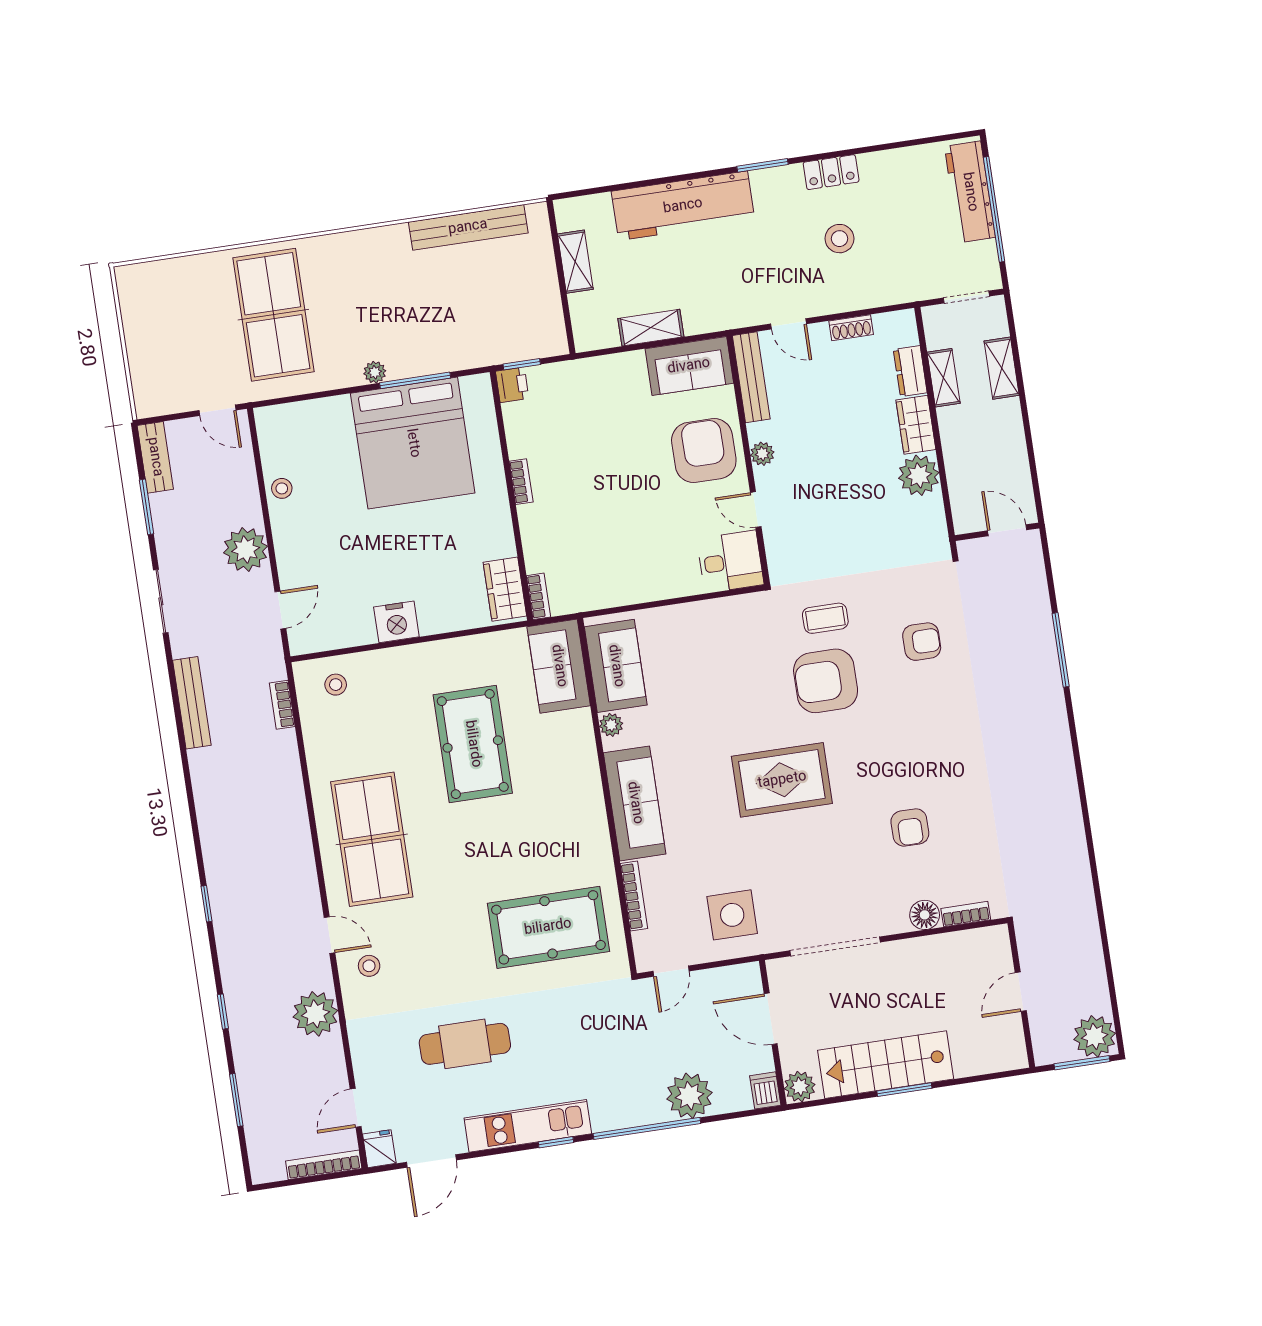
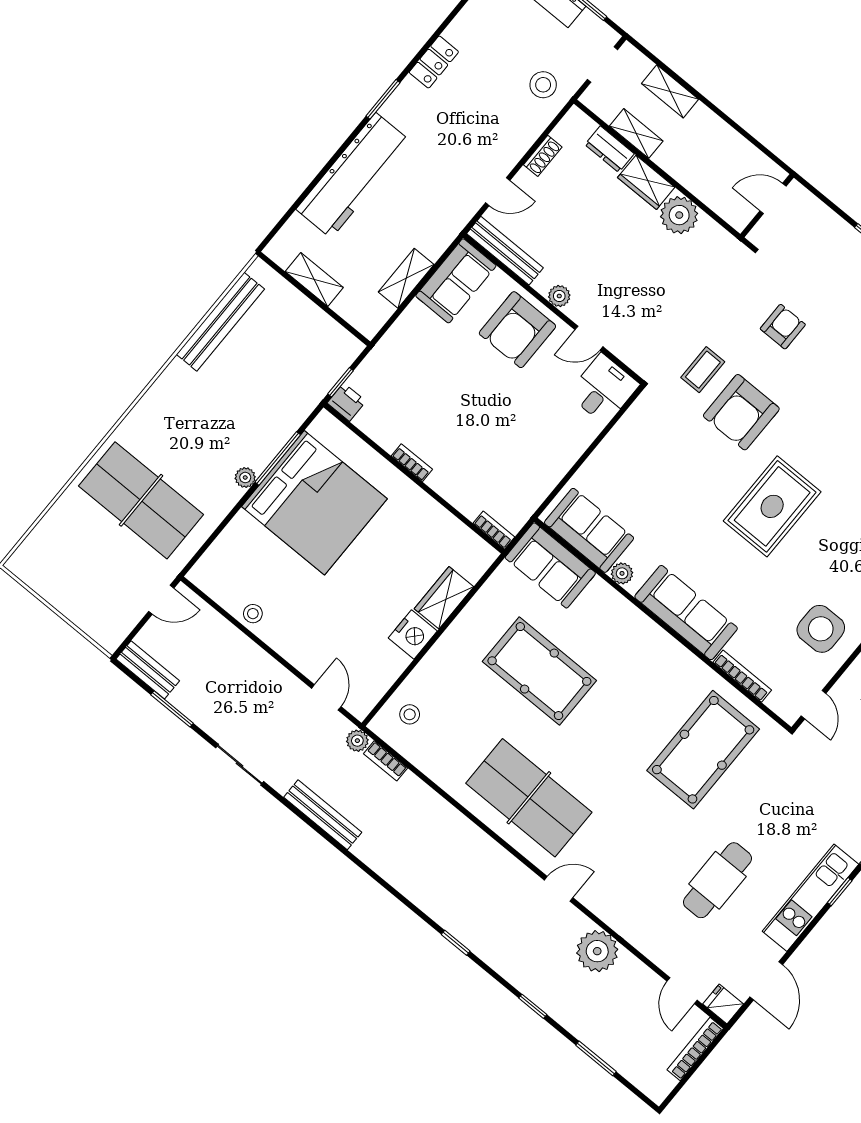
stool: (840, 239) -> (543, 85), moved
armchair: (704, 451) -> (517, 330), turned -90
plant: (246, 550) -> (357, 741), moved, width x0.53, depth x0.53
wardrobe: (505, 589) -> (444, 598), moved, turned 90
stool: (369, 966) -> (604, 886), removed

